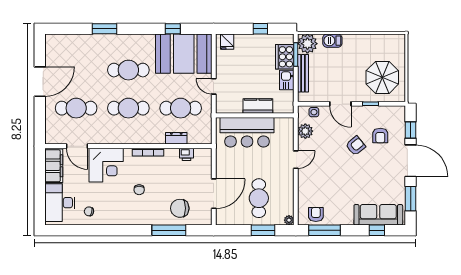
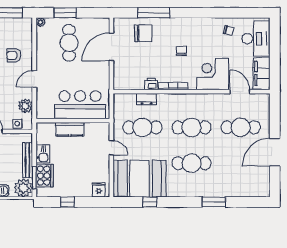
printer: (187, 154) -> (151, 84), moved
armchair: (316, 214) -> (14, 55), moved, turned 90

